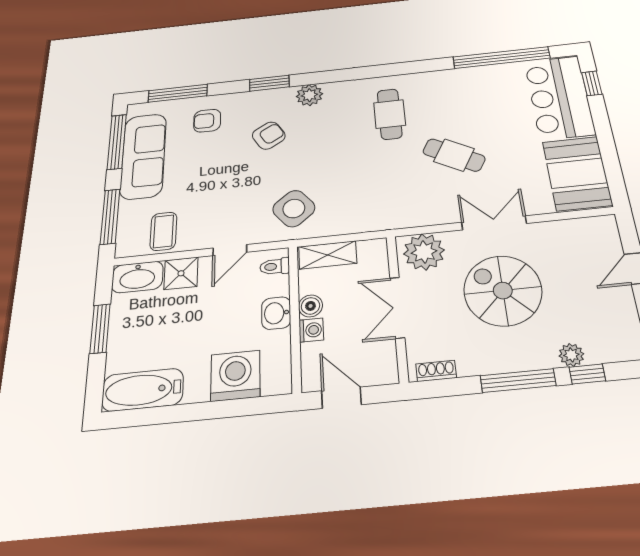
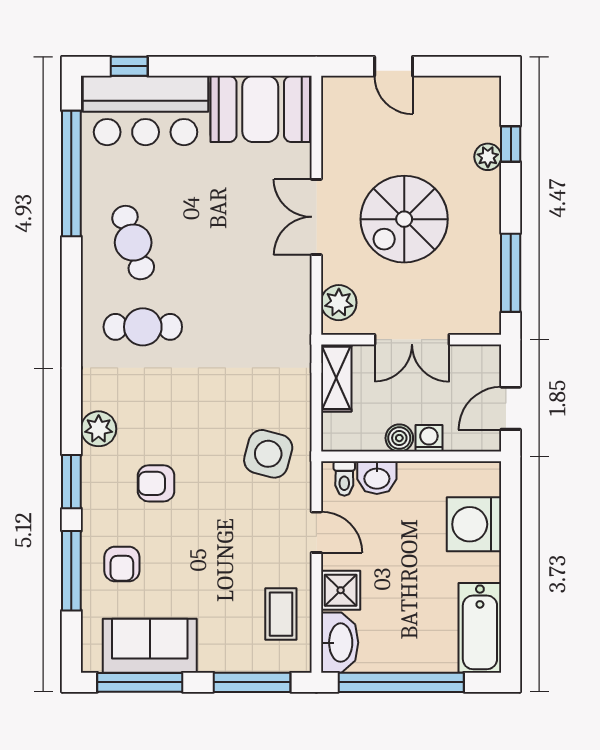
window: (178, 93) -> (71, 571), moved
armchair: (269, 136) -> (156, 483), turned -59
cafe table: (454, 155) -> (133, 243), moved, turned -47
sofa: (143, 156) -> (150, 646), width x0.73
side table: (294, 209) -> (268, 454), turned -36
coffee table: (163, 231) -> (281, 614), turned 90
plant: (424, 252) -> (339, 303), width x0.73, depth x0.73
shelving: (328, 255) -> (336, 378), moved
washbasin: (276, 313) -> (377, 478), moved
window: (100, 329) -> (401, 682), width x2.11
shoe rack: (436, 371) -> (491, 304), removed
window: (518, 381) -> (511, 273), moved

